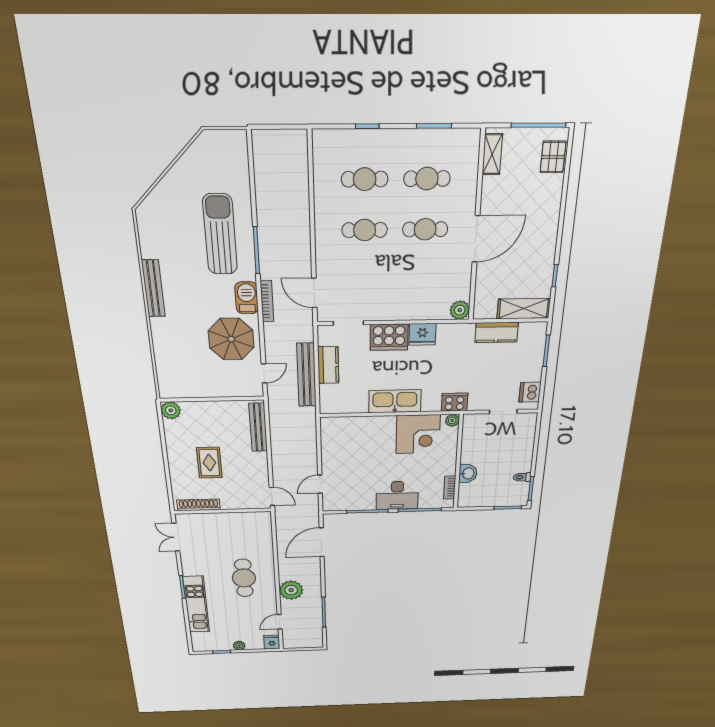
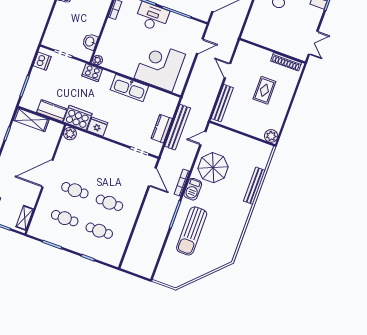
bench: (153, 288) -> (254, 186), moved
cooker: (389, 337) -> (78, 118), moved
corner desk: (418, 434) -> (160, 66), moved, width x1.36, depth x1.36
washbasin: (468, 473) -> (90, 42), moved
door: (272, 496) -> (228, 71), moved

